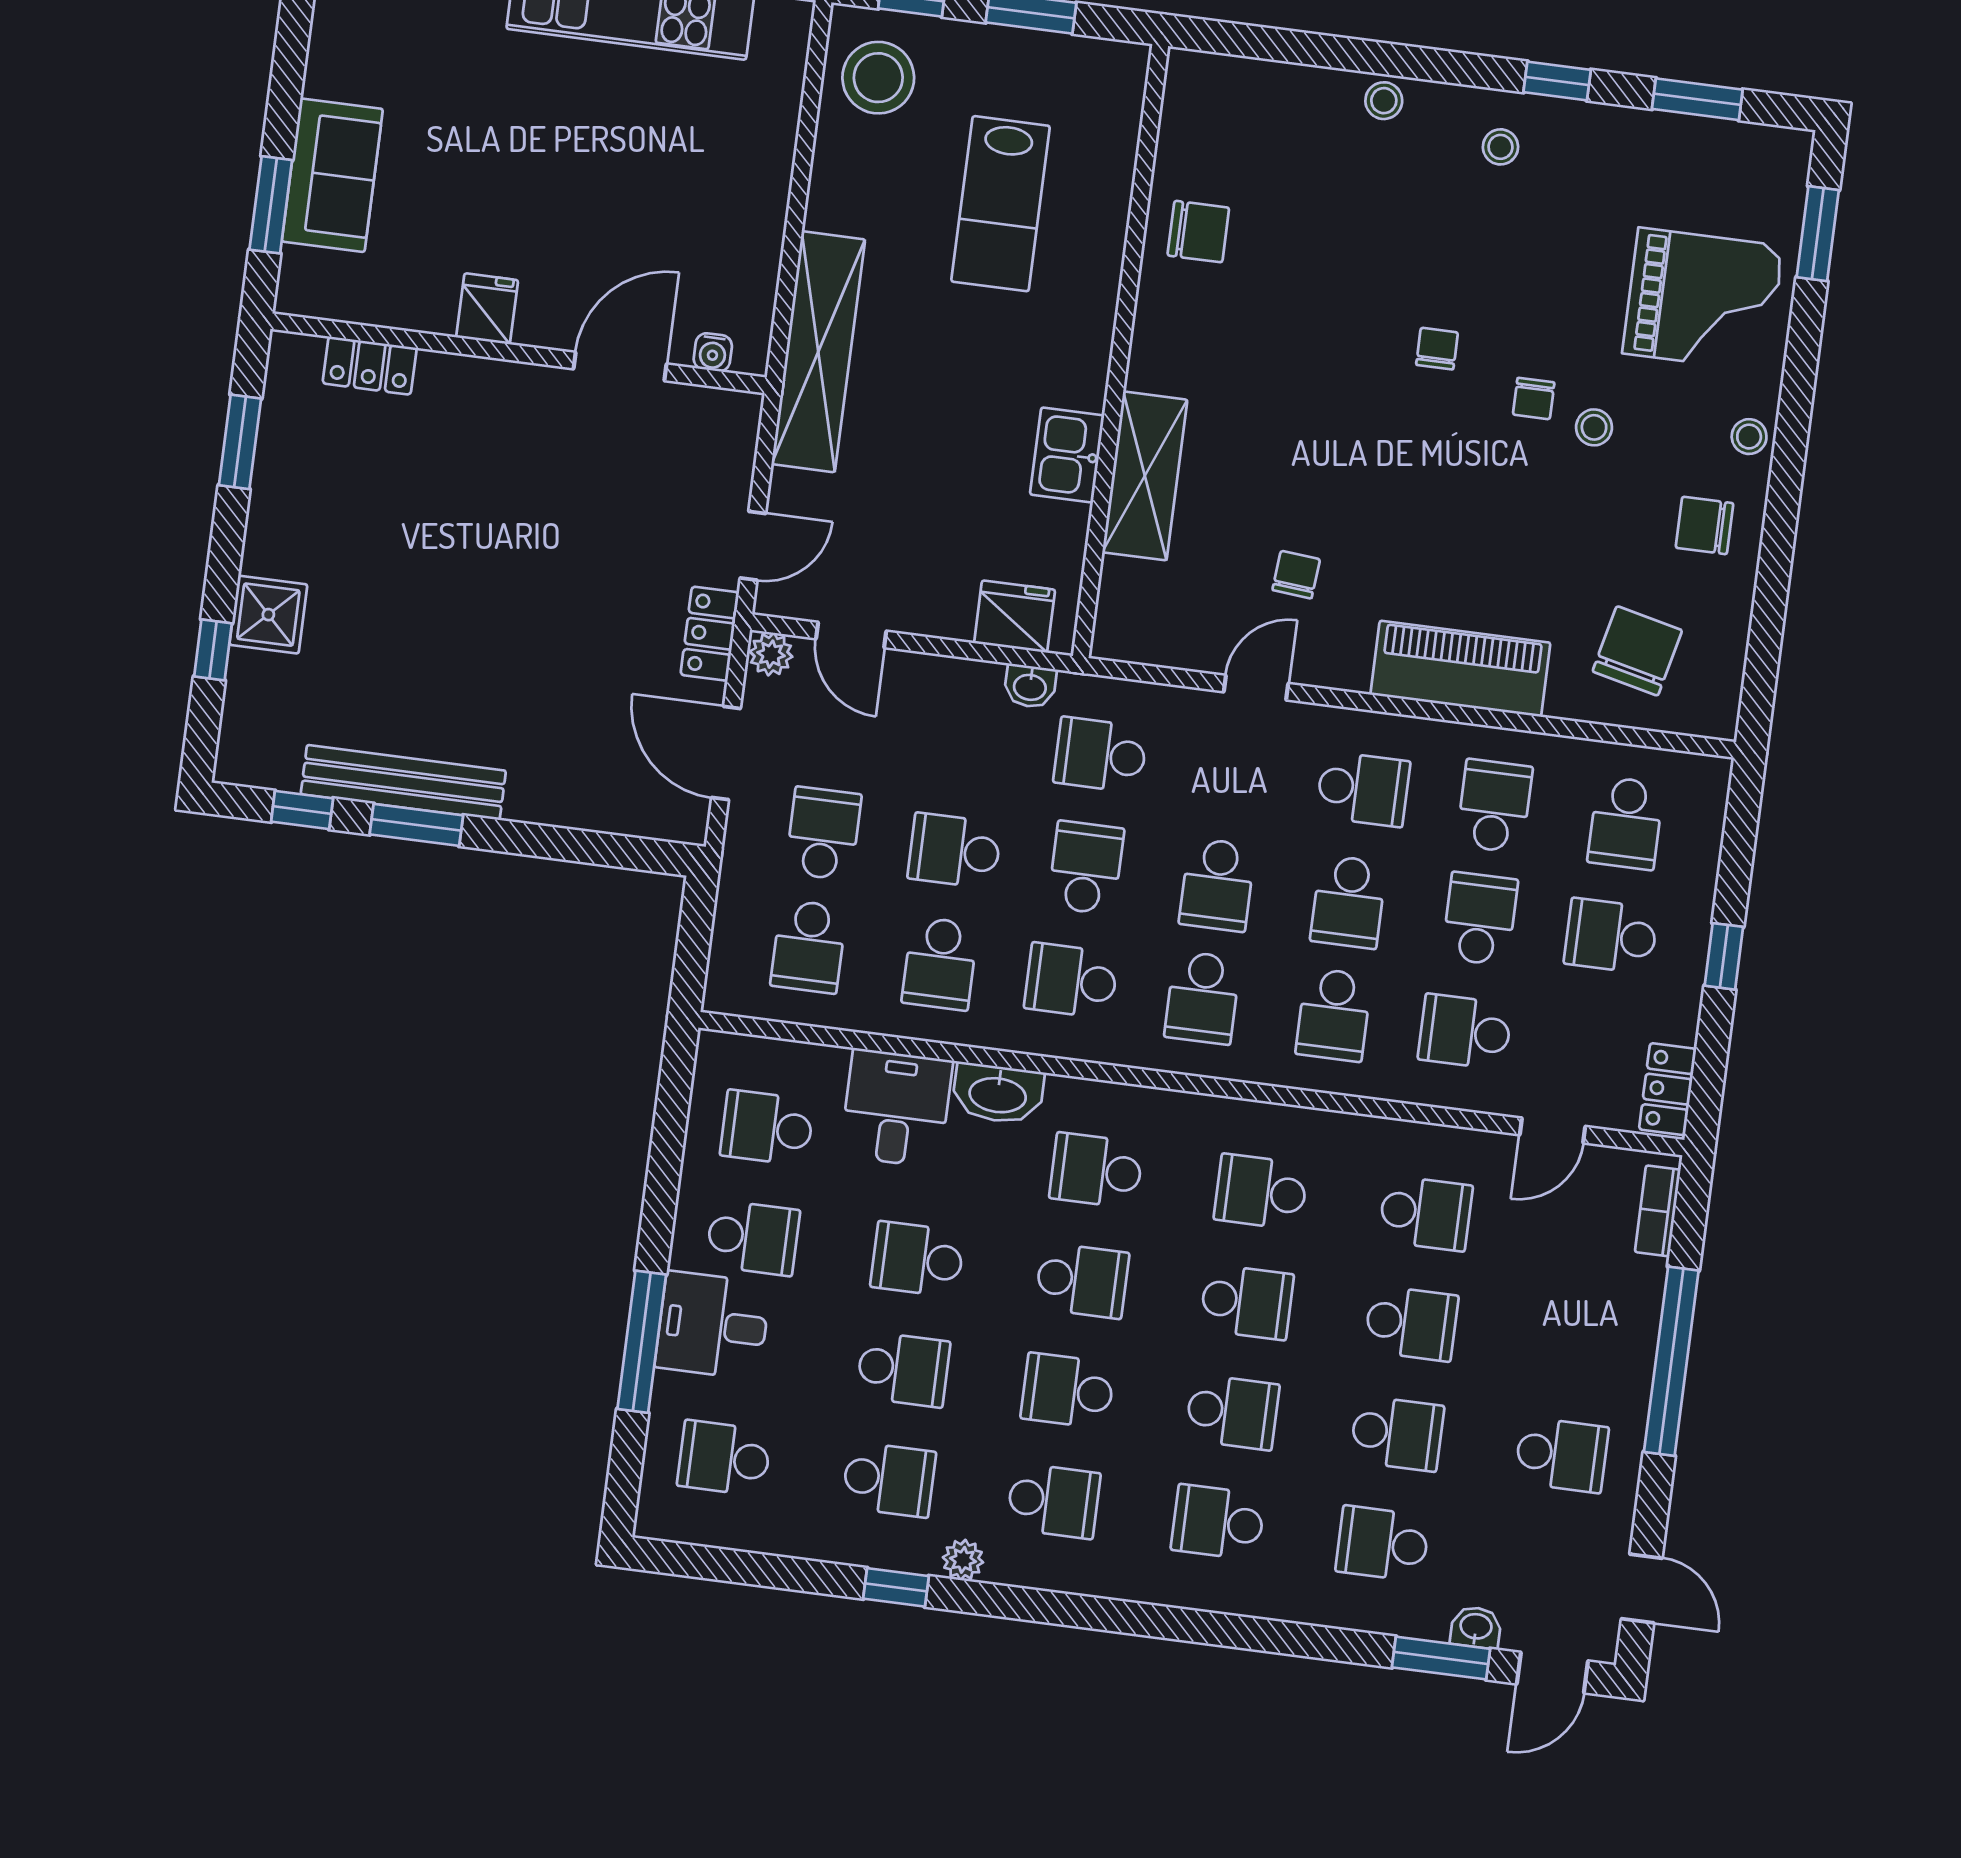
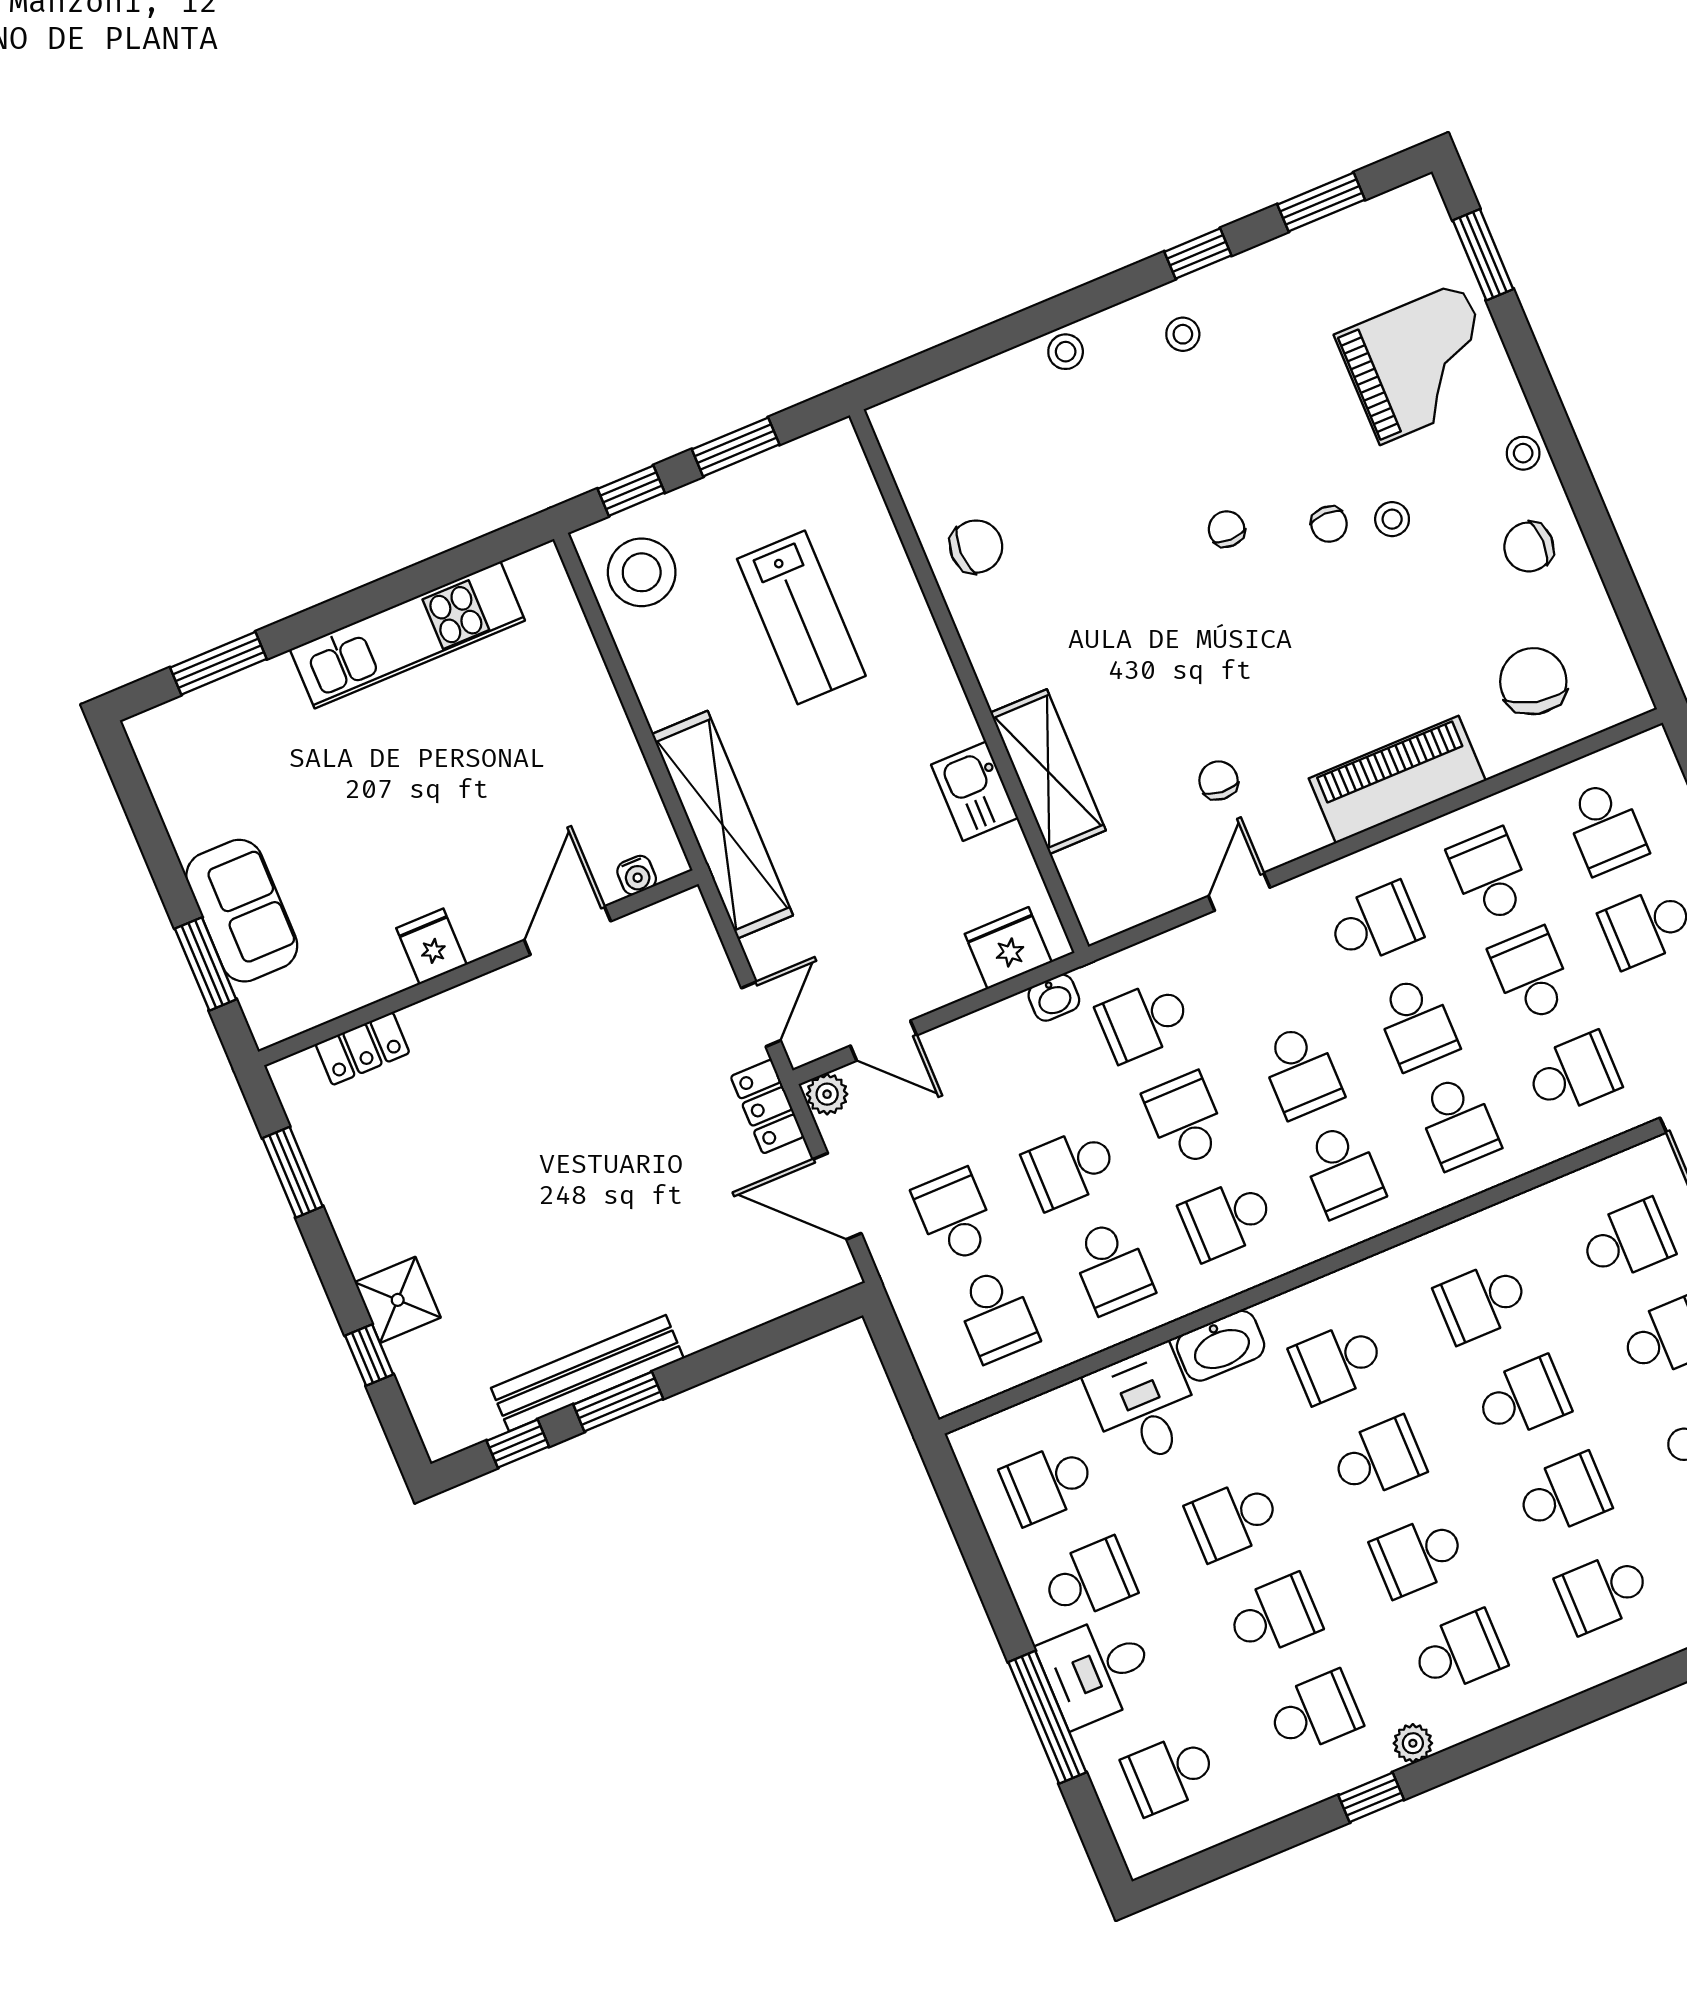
school desk: (1465, 1032) -> (1573, 1074), turned 180

